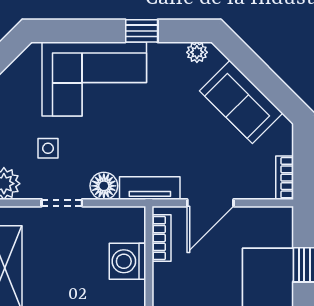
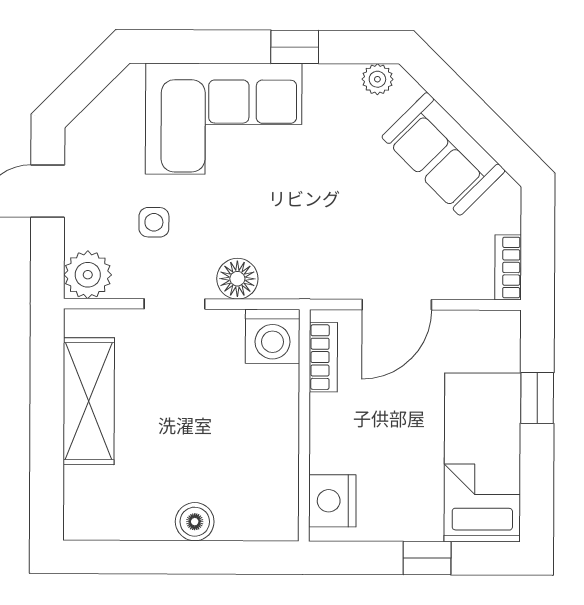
tv unit: (150, 188) -> (306, 282), removed
washing machine: (127, 261) -> (273, 336), moved, turned -90

